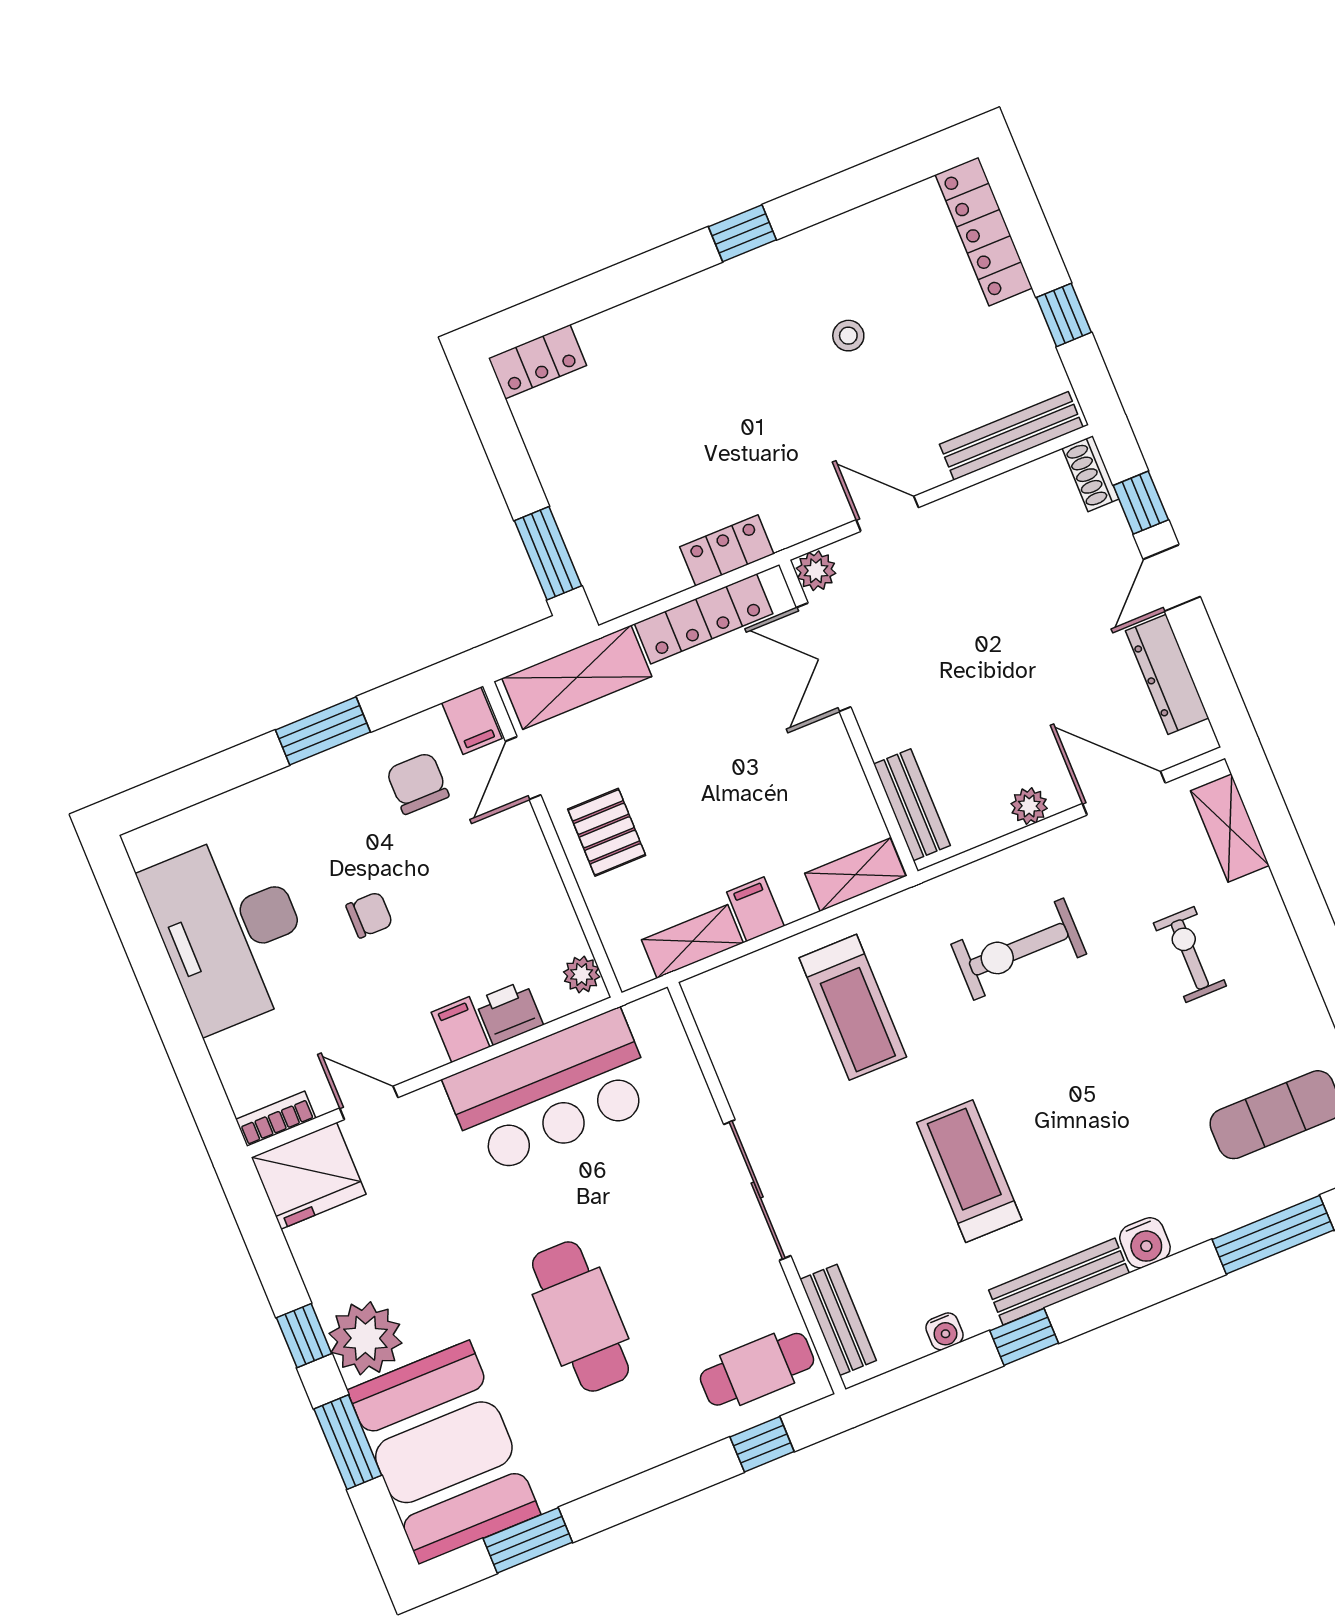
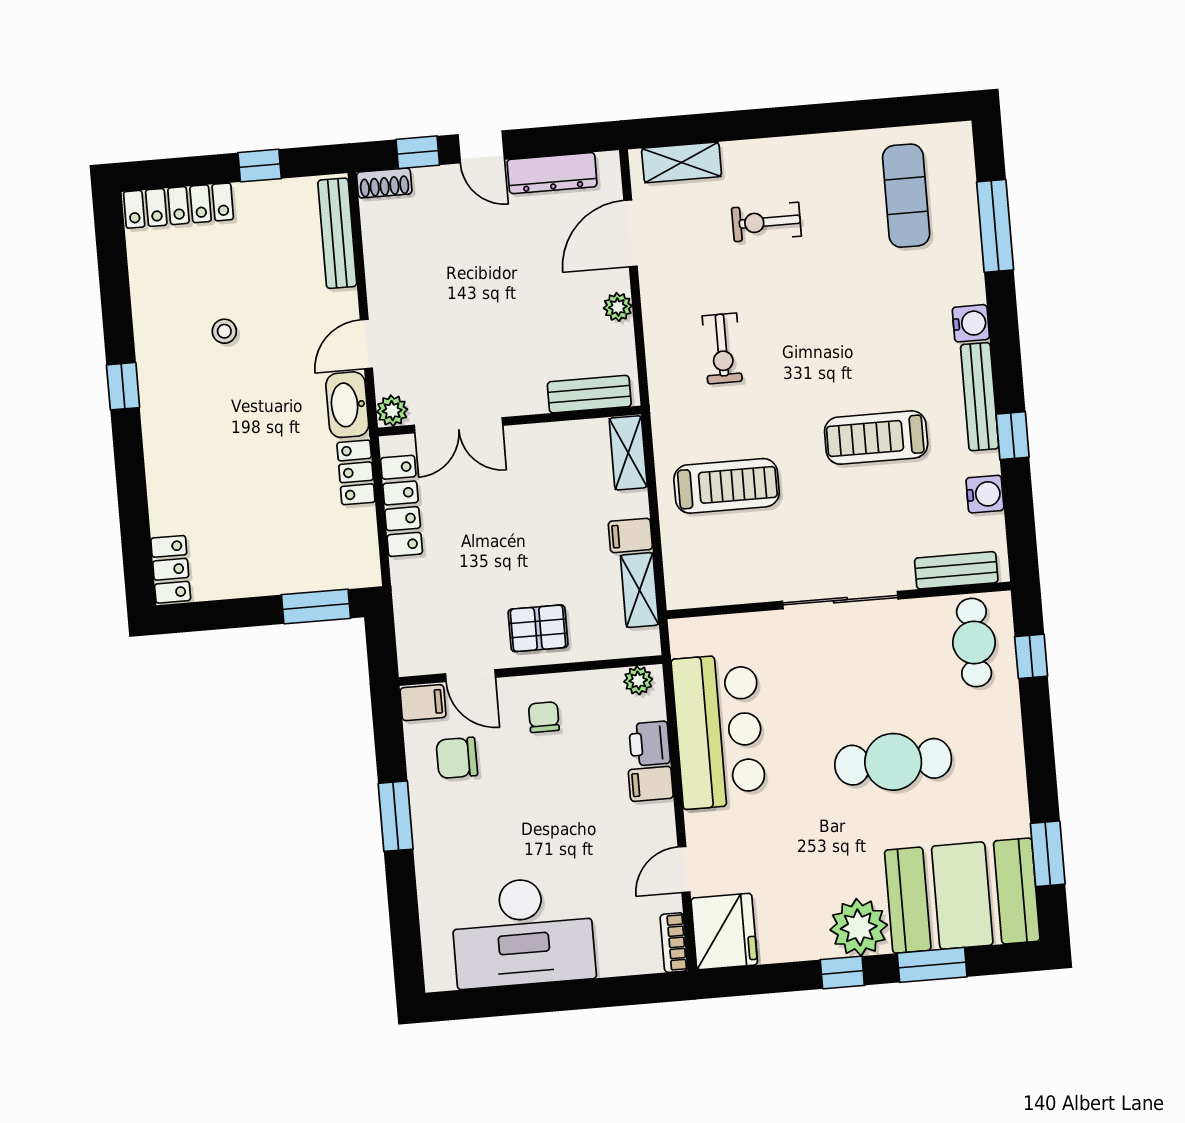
washbasin: (806, 514) -> (347, 405), added
shelving: (577, 677) -> (415, 614), removed
chair: (369, 915) -> (544, 717), moved
exercise bike: (1019, 949) -> (722, 348), width x0.73, depth x0.72
water cooler: (944, 1331) -> (985, 494), width x1.38, depth x1.38

